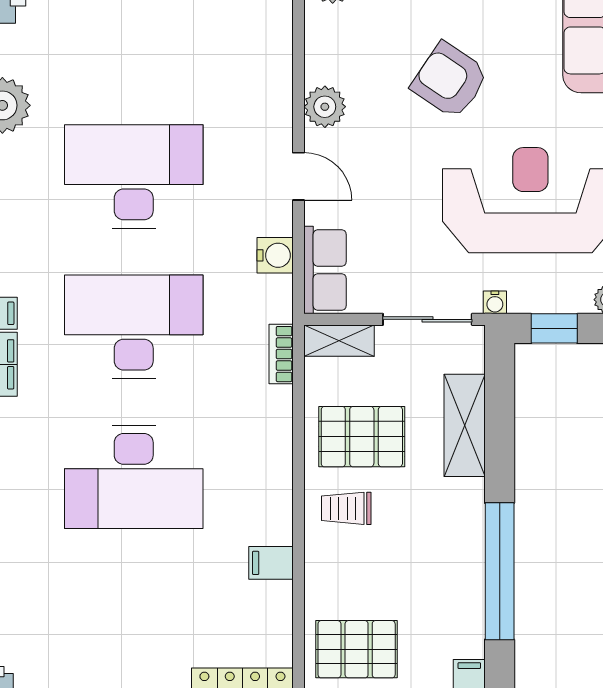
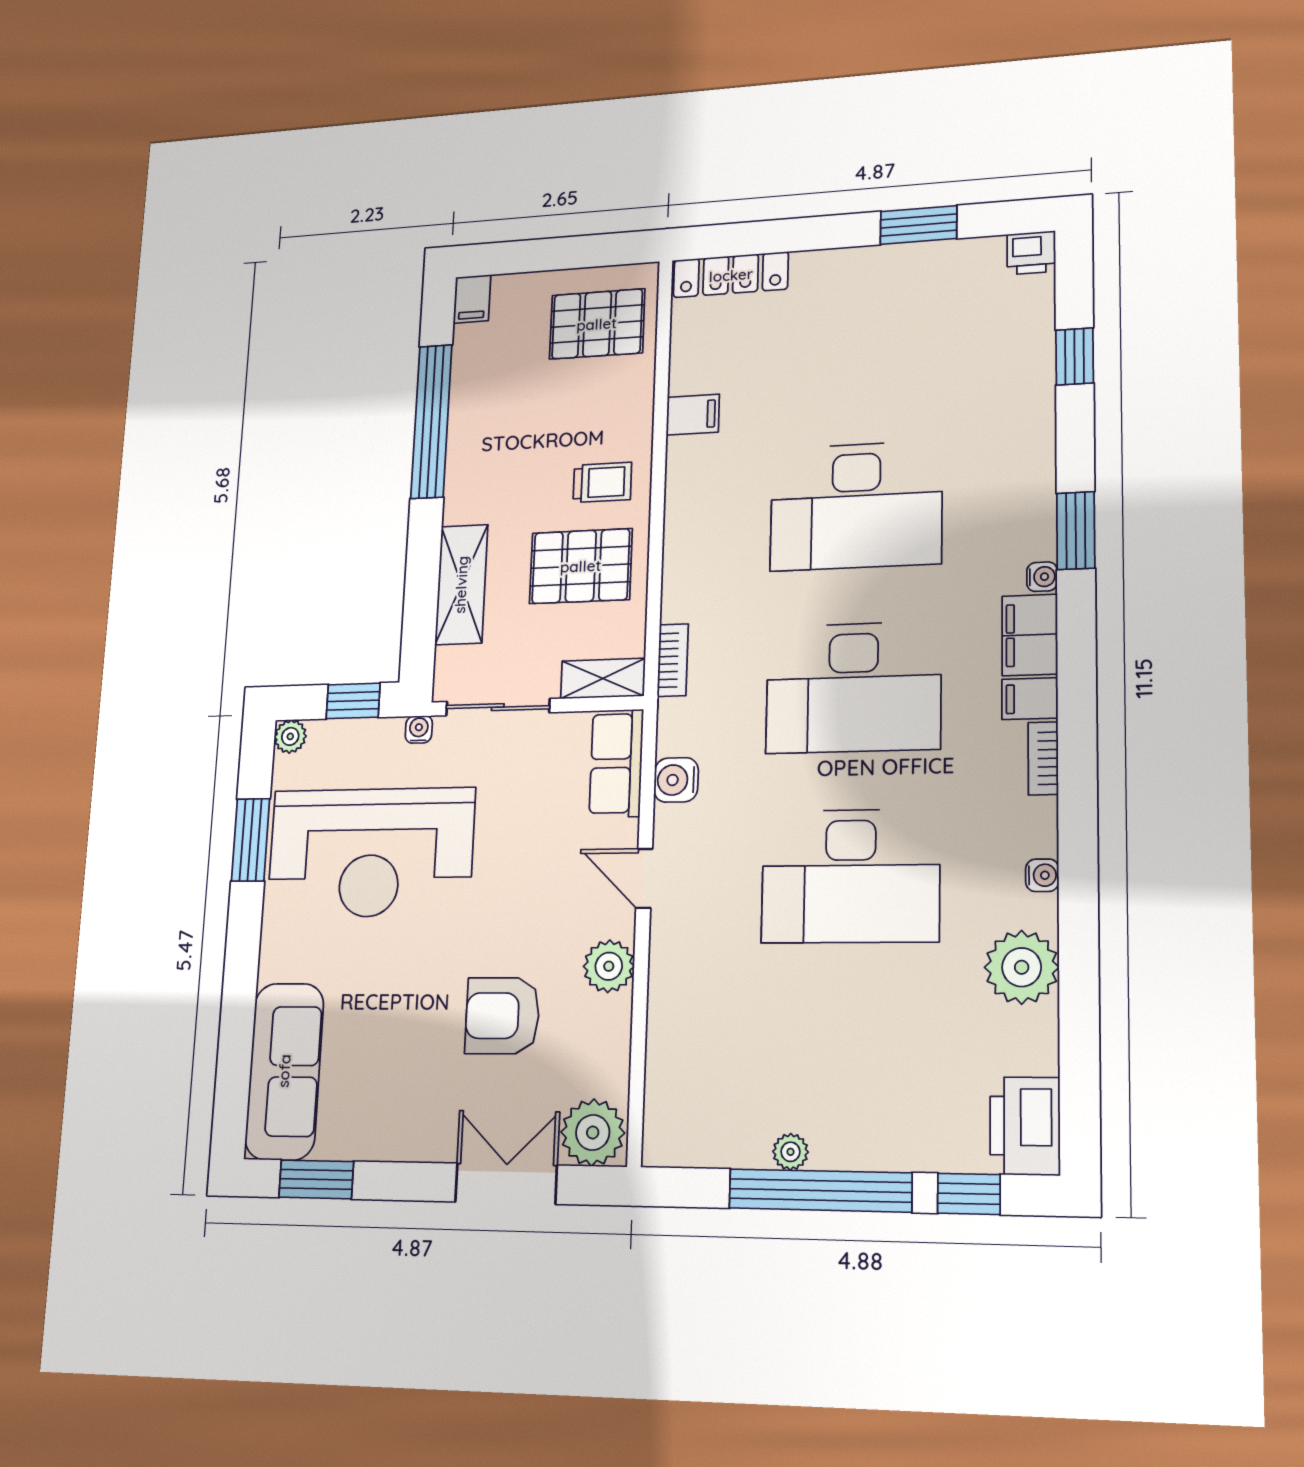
armchair: (450, 80) -> (502, 1016), moved, turned 146
desk: (134, 477) -> (856, 506), turned 180

